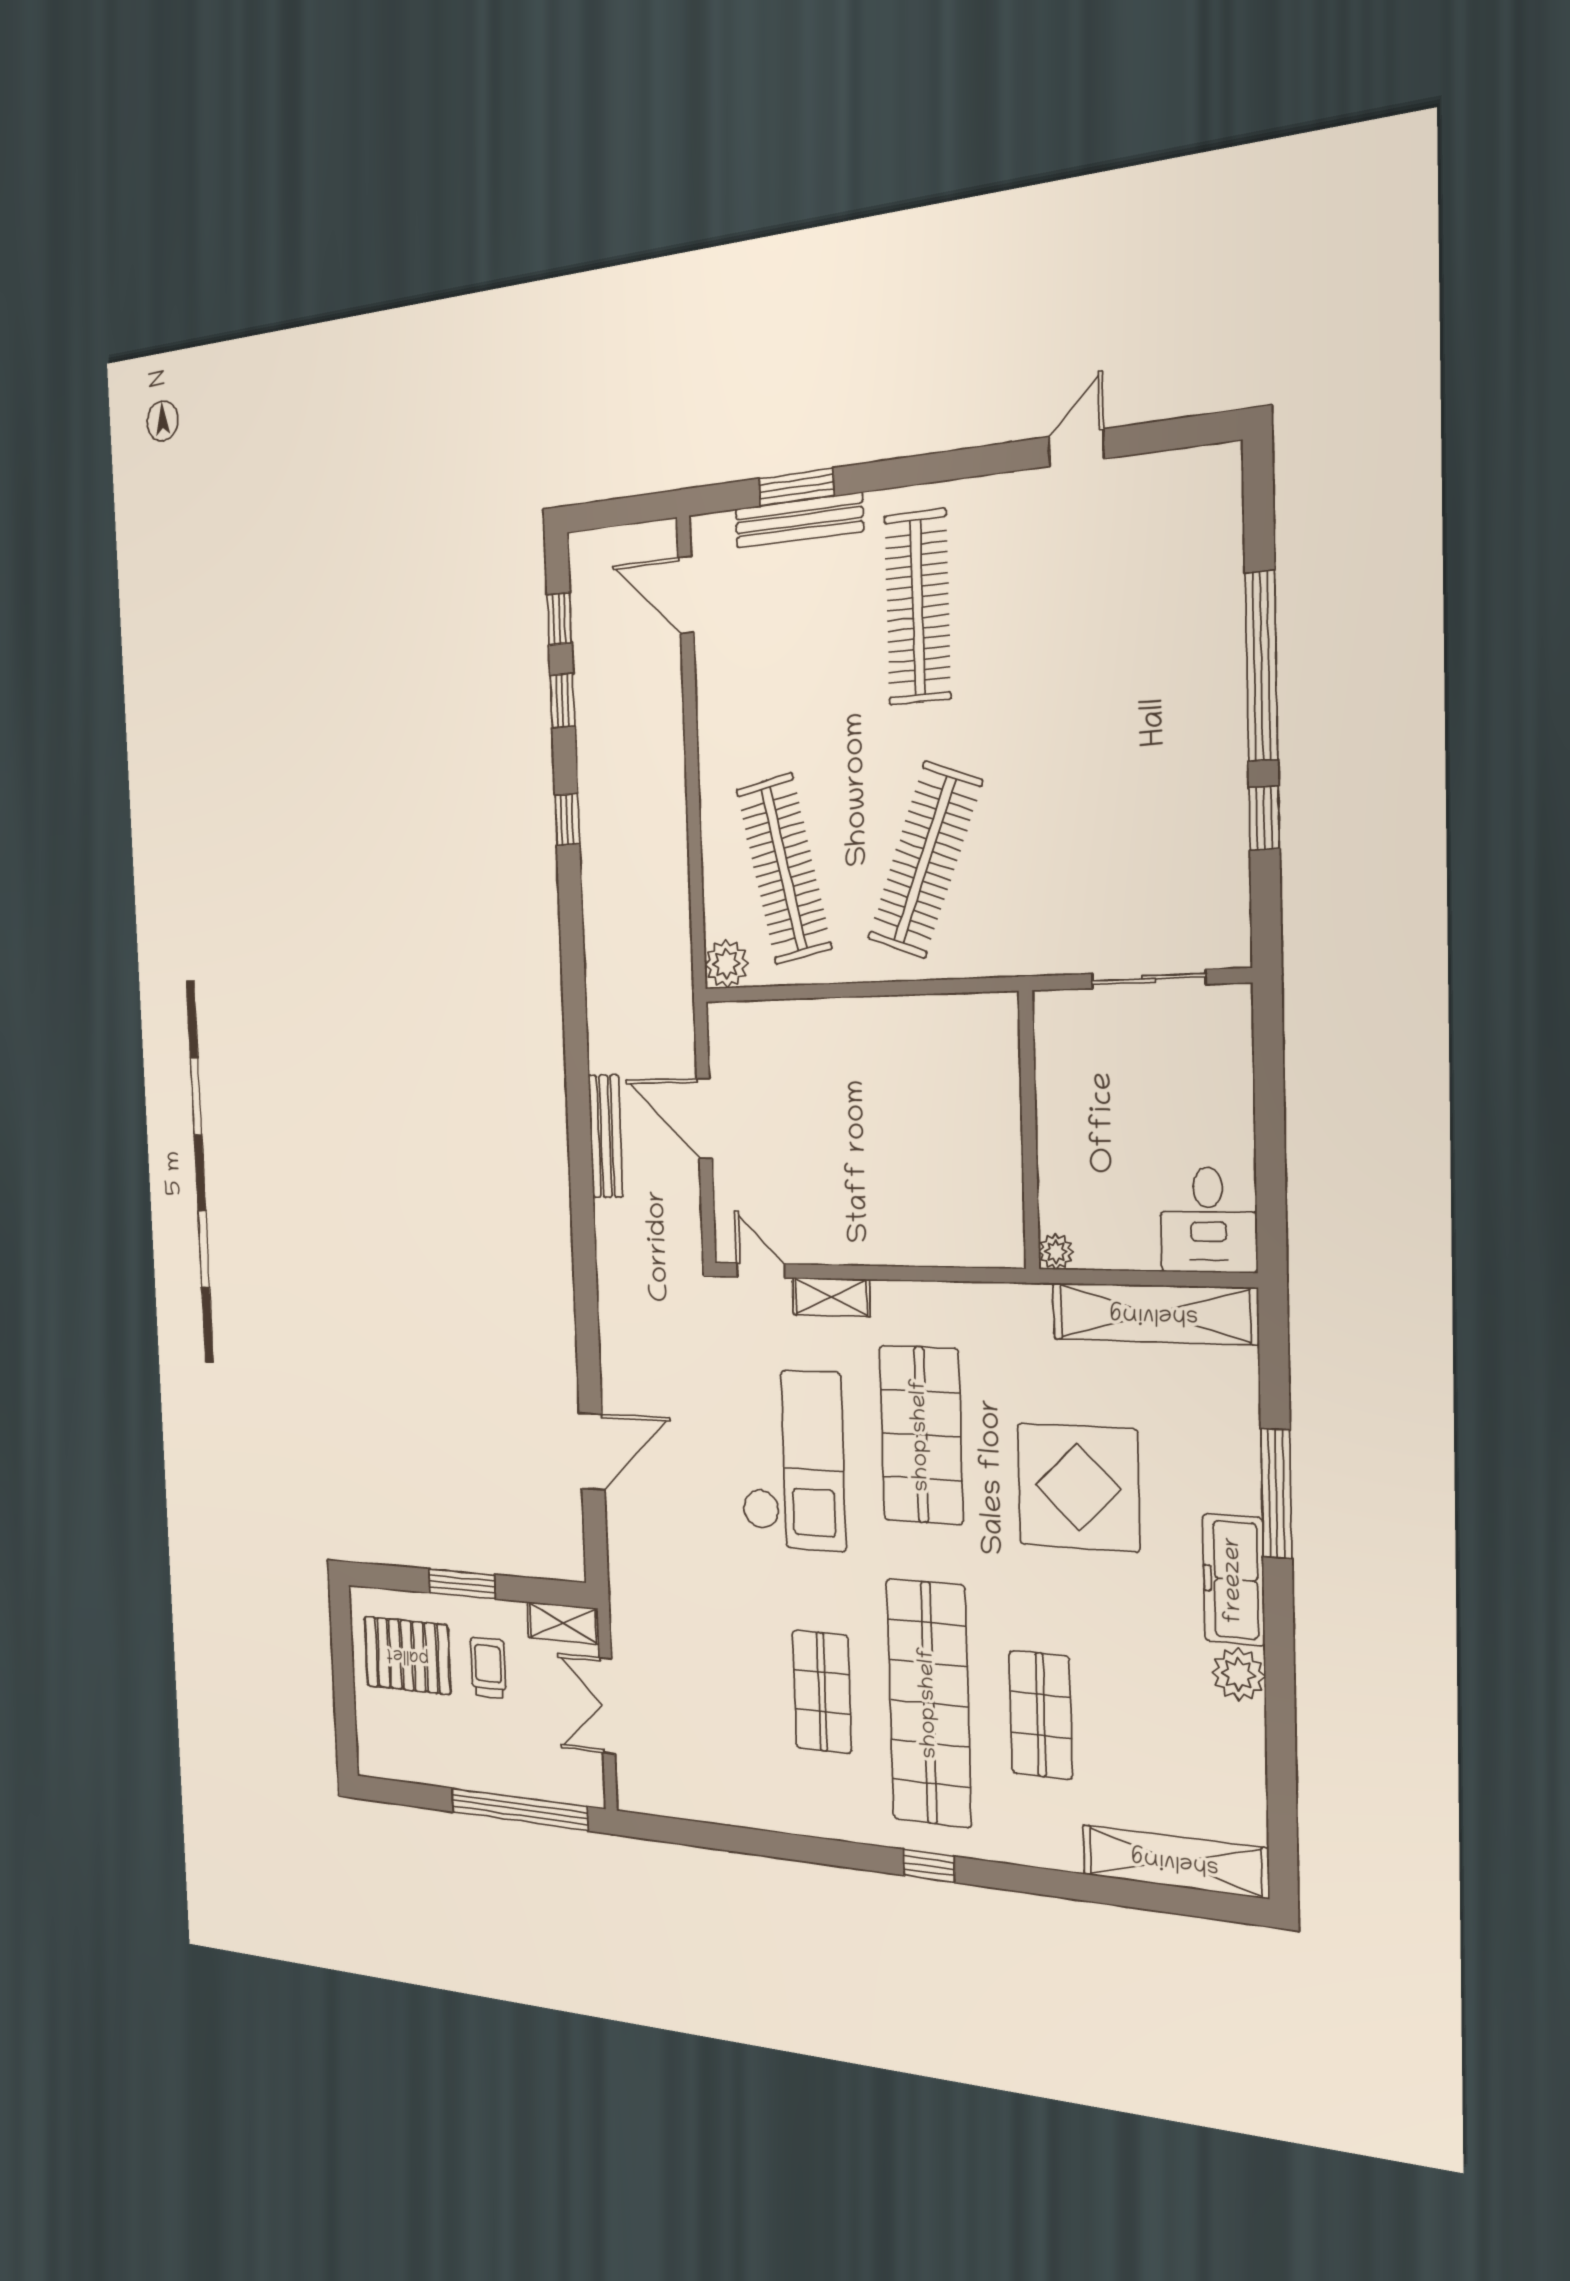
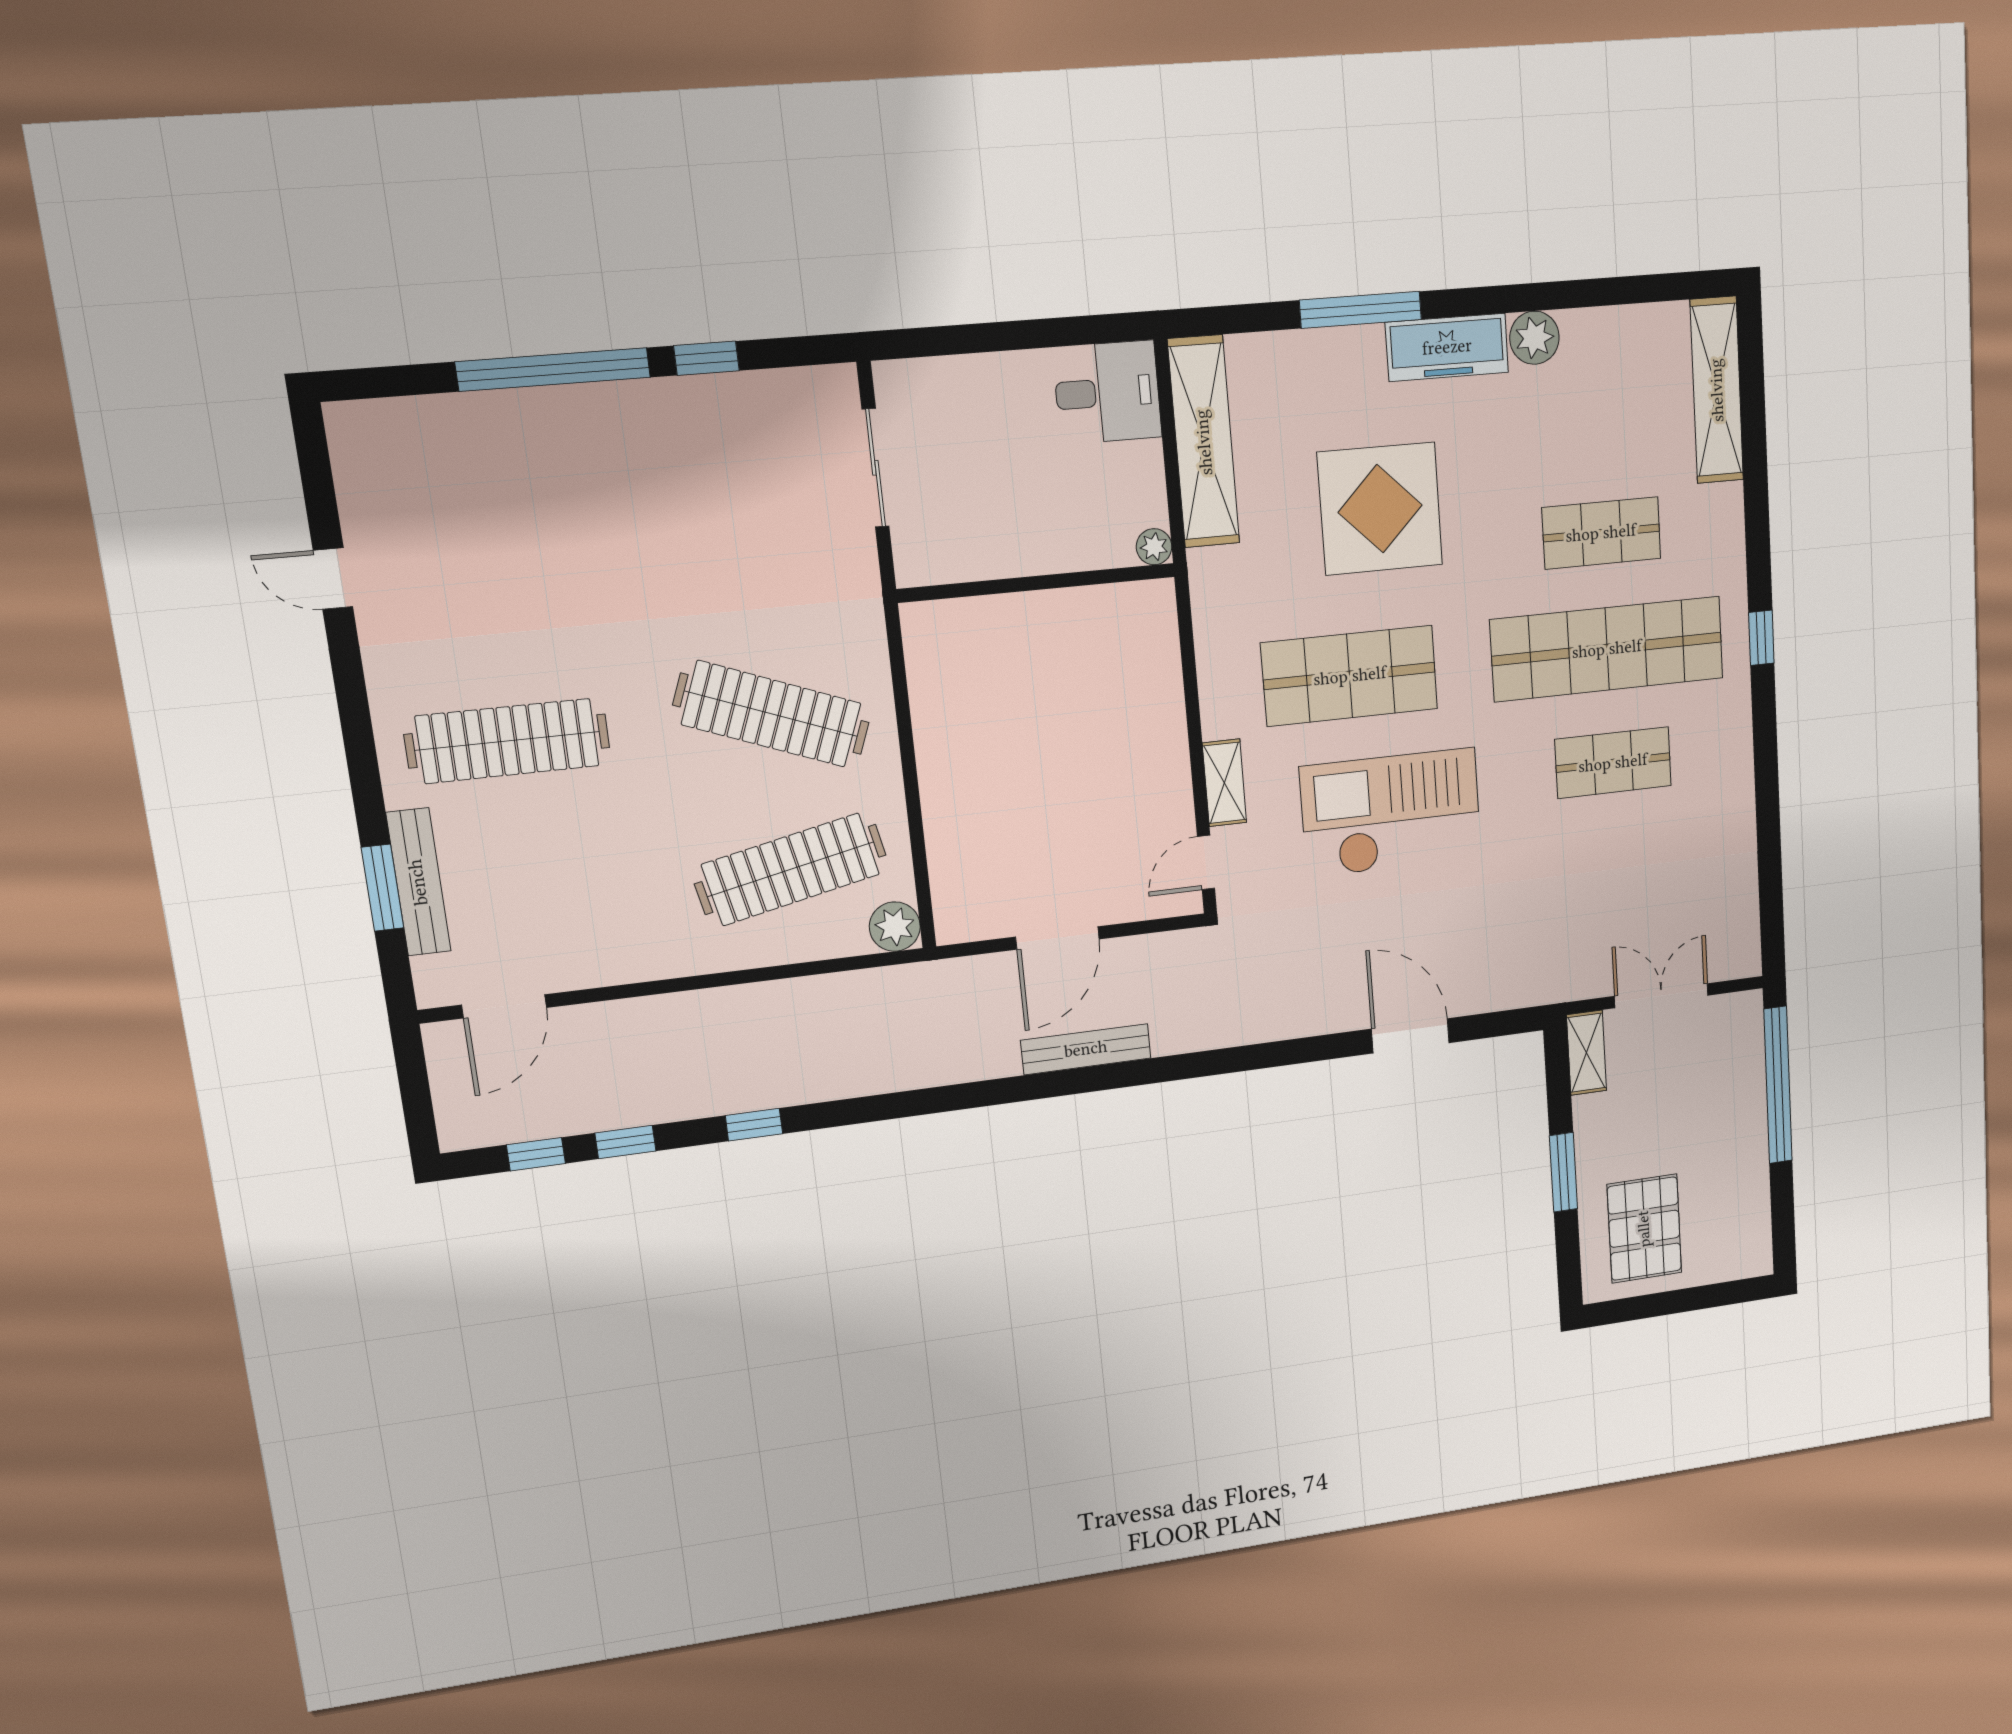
trolley: (488, 1668) -> (1643, 1134), removed
double door: (607, 1706) -> (1661, 996), swing flipped

